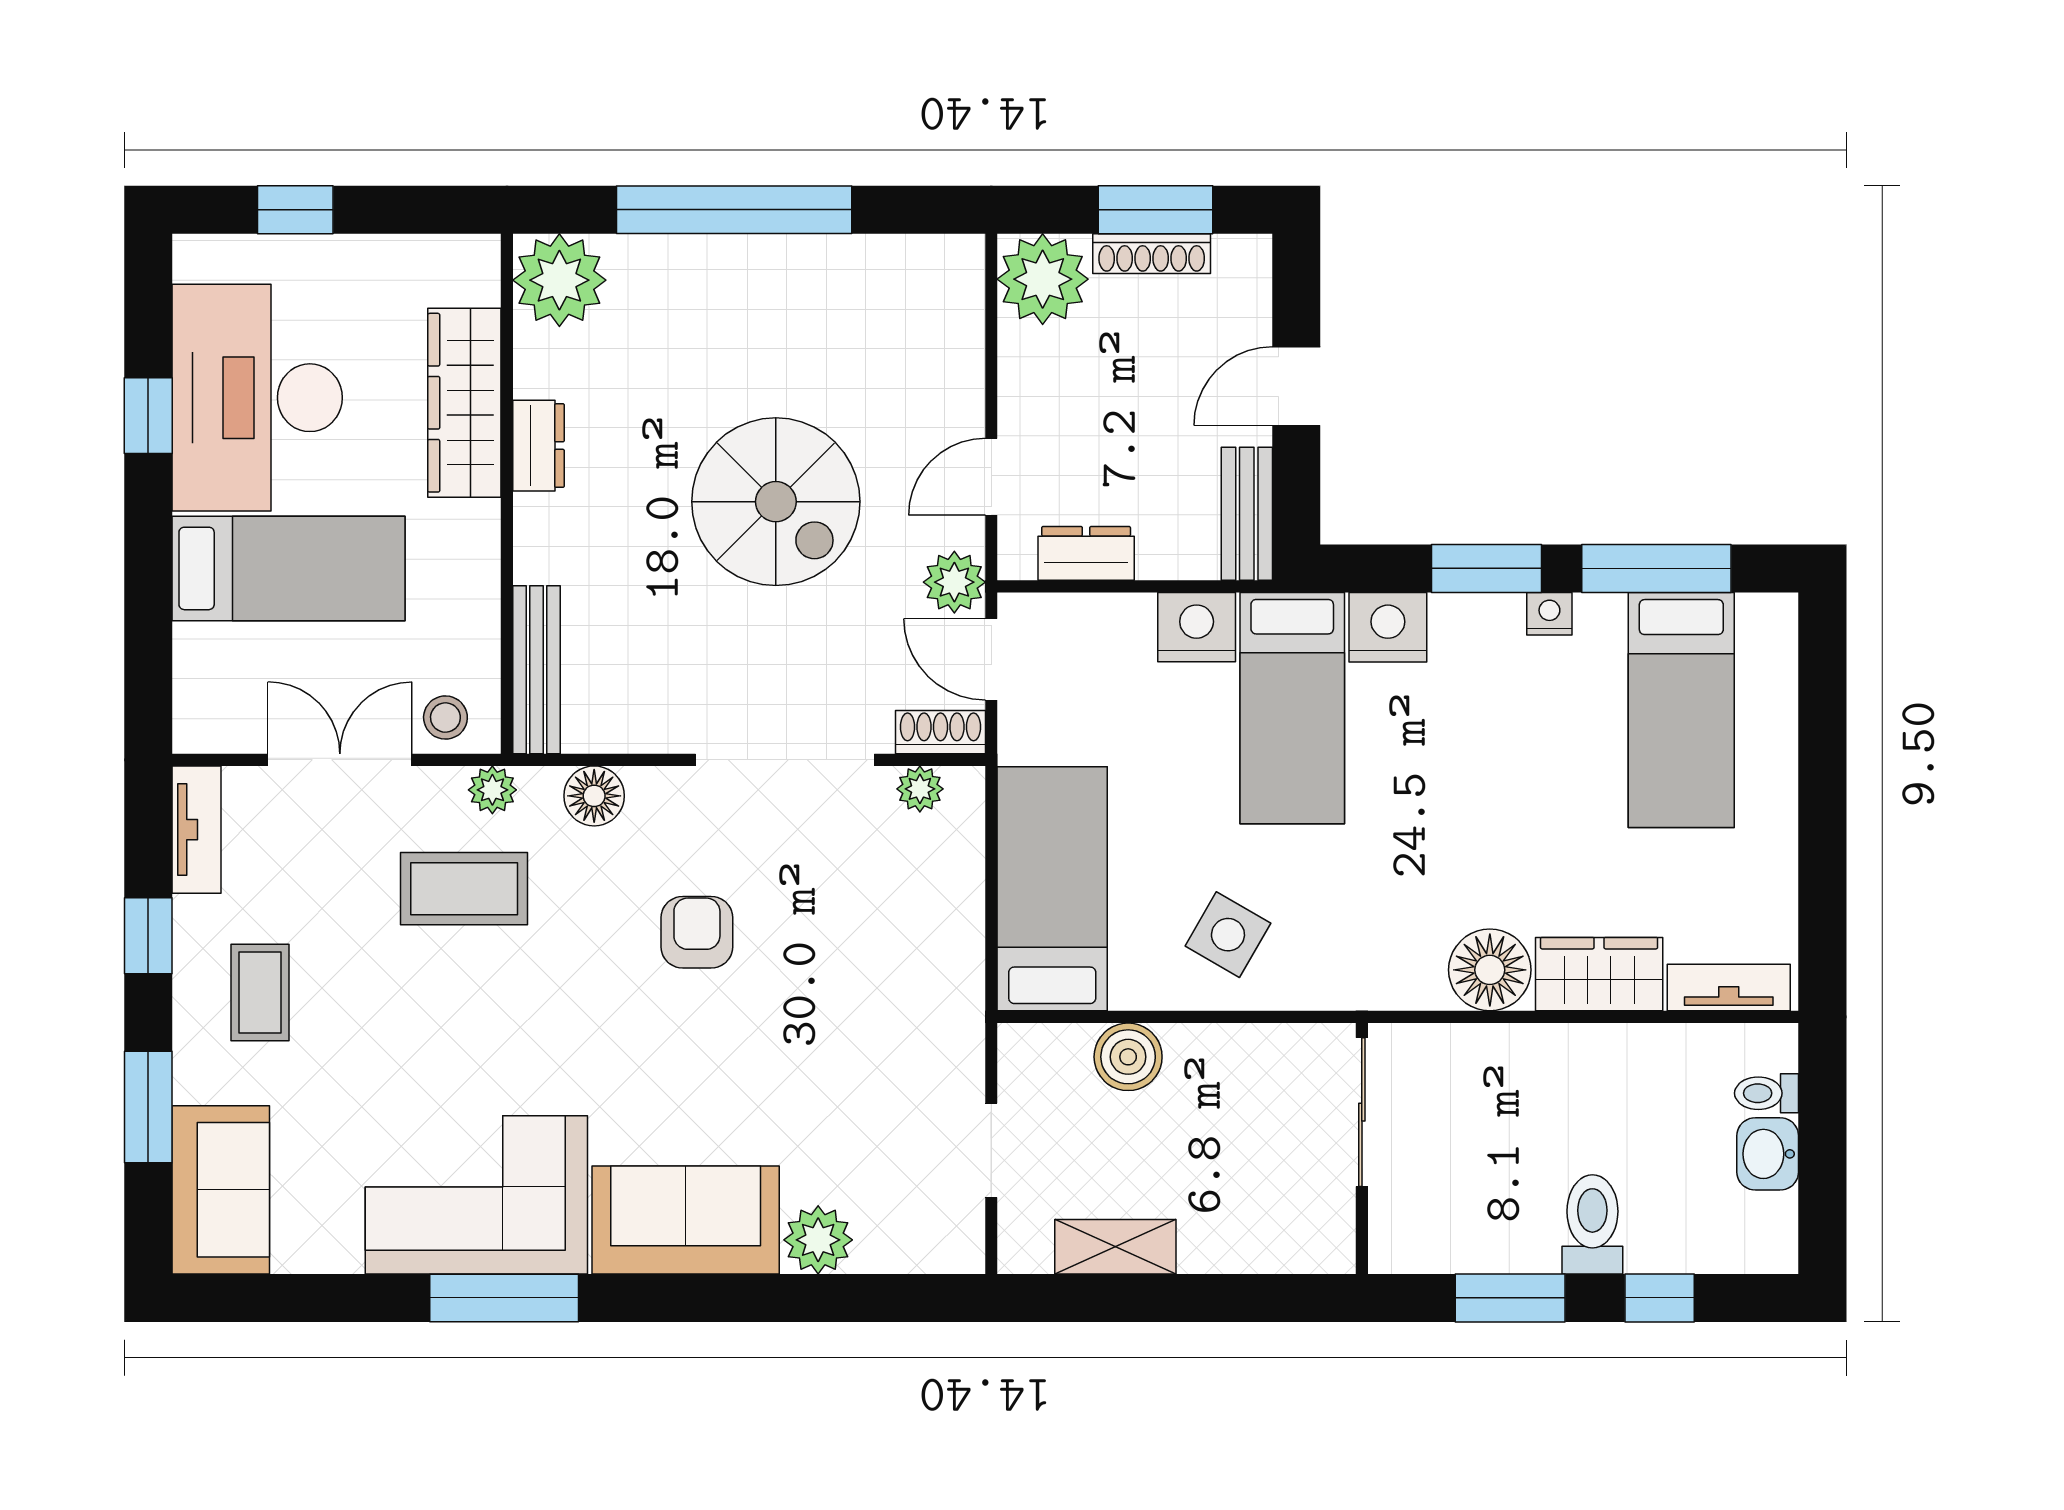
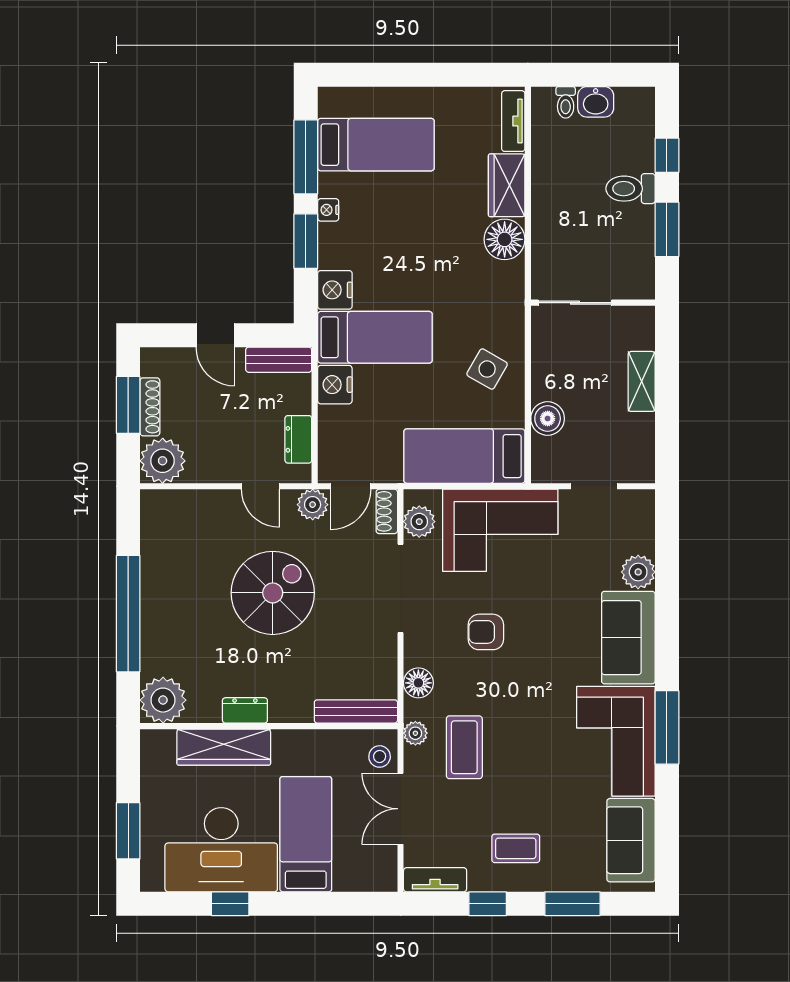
window: (295, 210) -> (128, 831), width x1.50
plant: (920, 789) -> (419, 522), width x1.38, depth x1.38
corner sofa: (902, 961) -> (500, 530), added
sofa: (221, 1190) -> (631, 840), moved, turned -90
shelving: (1115, 1247) -> (642, 381), moved

